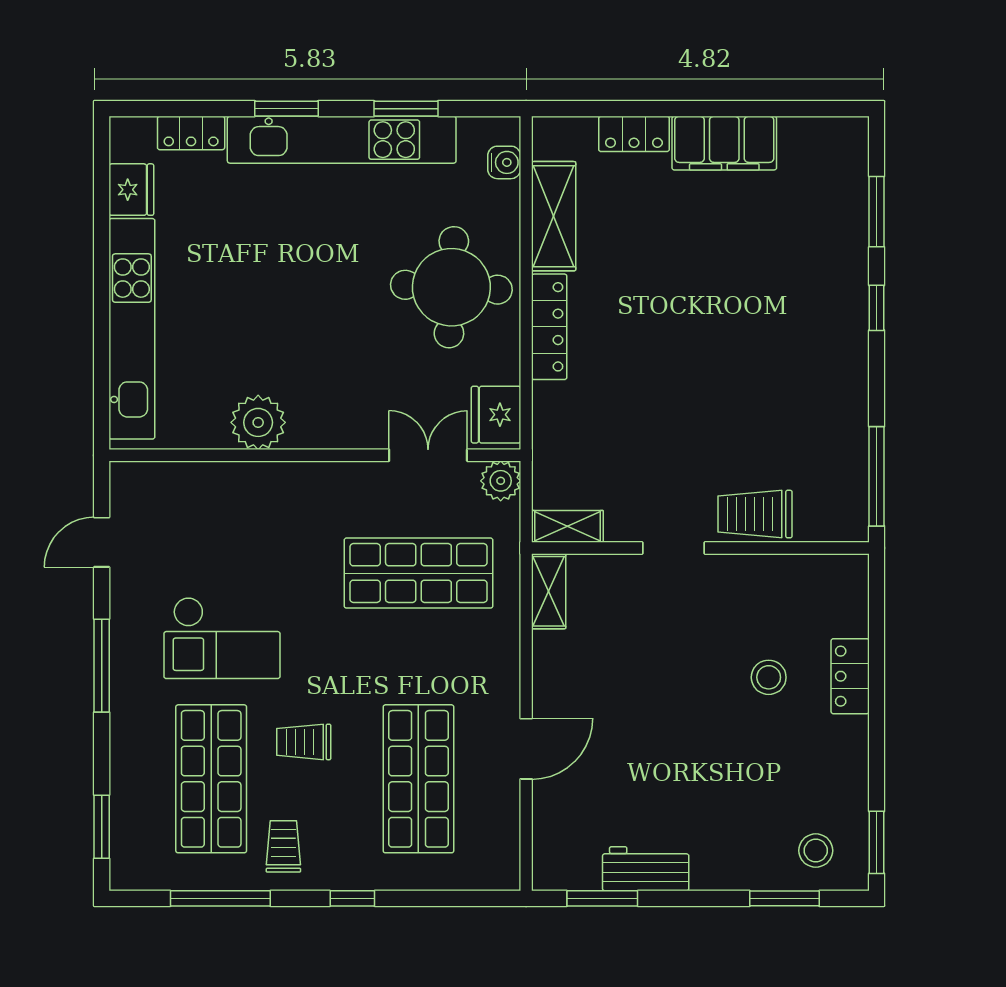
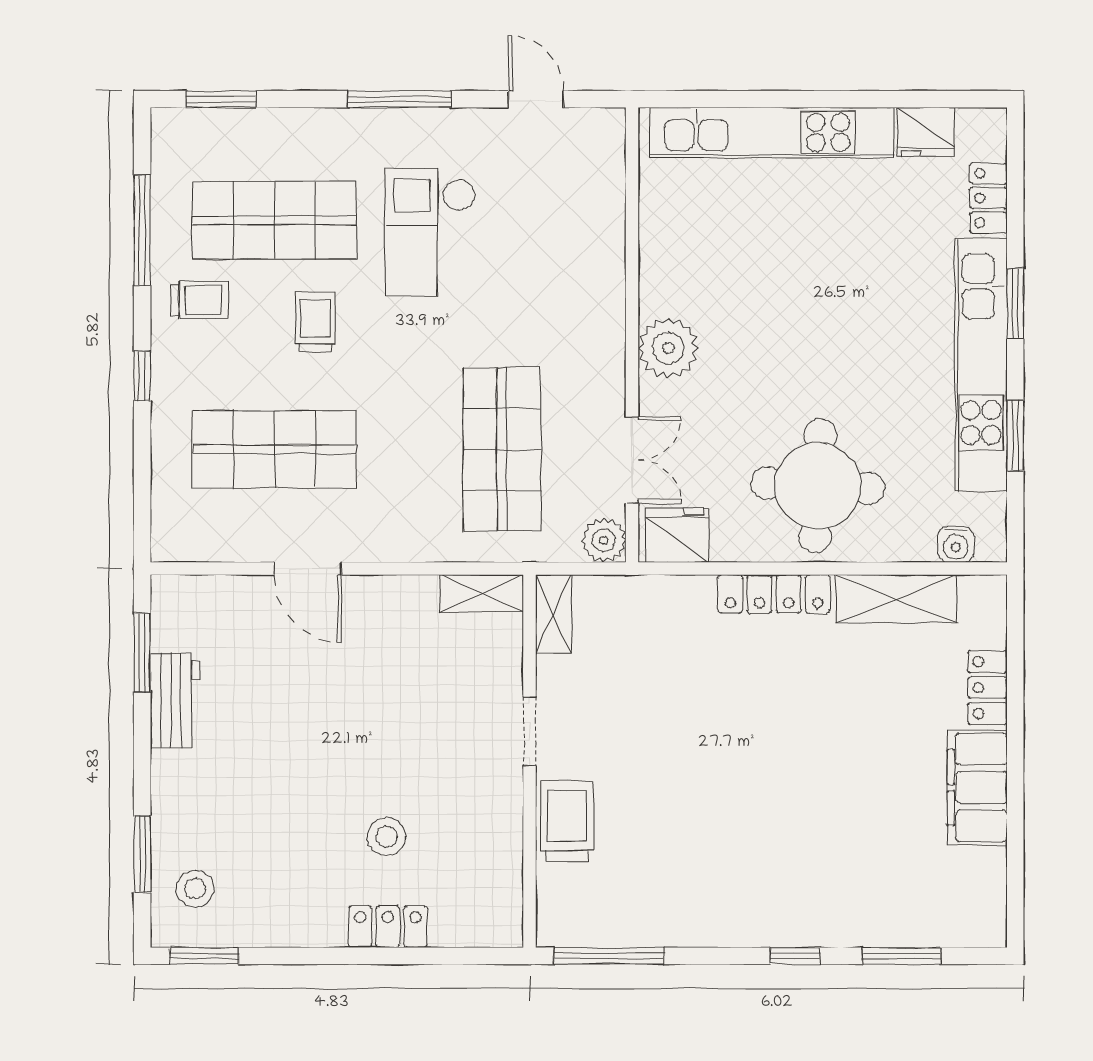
plant: (258, 422) -> (668, 348), moved

